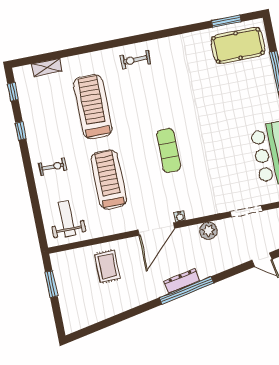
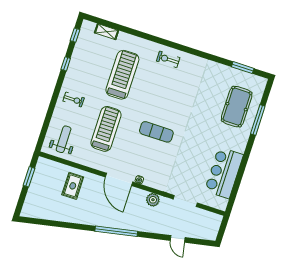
pool table: (238, 45) -> (237, 107), moved, turned 90
exercise mat: (169, 150) -> (156, 132), turned 90
door: (156, 229) -> (119, 179), hinge flipped
dresser: (182, 281) -> (117, 223), removed

